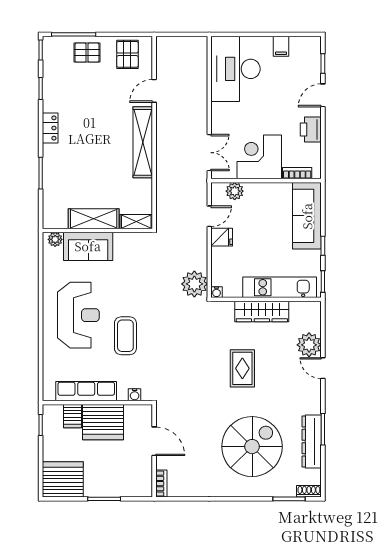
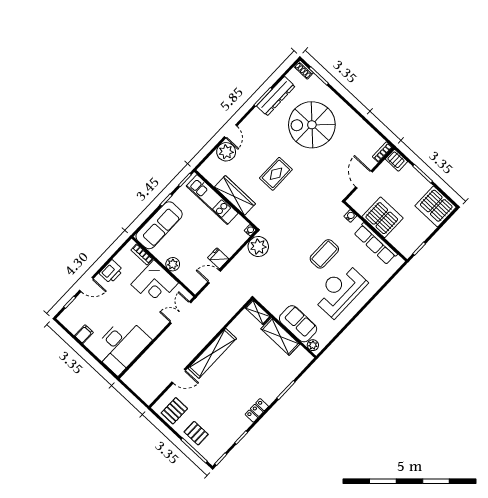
plant: (235, 191) -> (173, 264), moved
server rack: (72, 416) -> (396, 160), moved, turned 90

